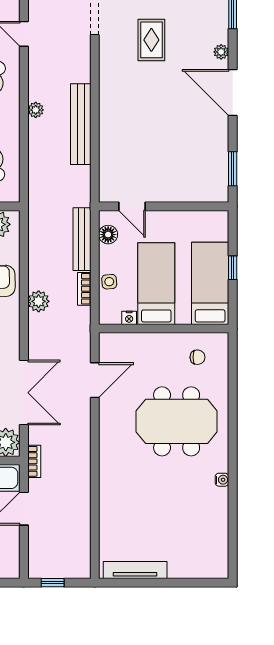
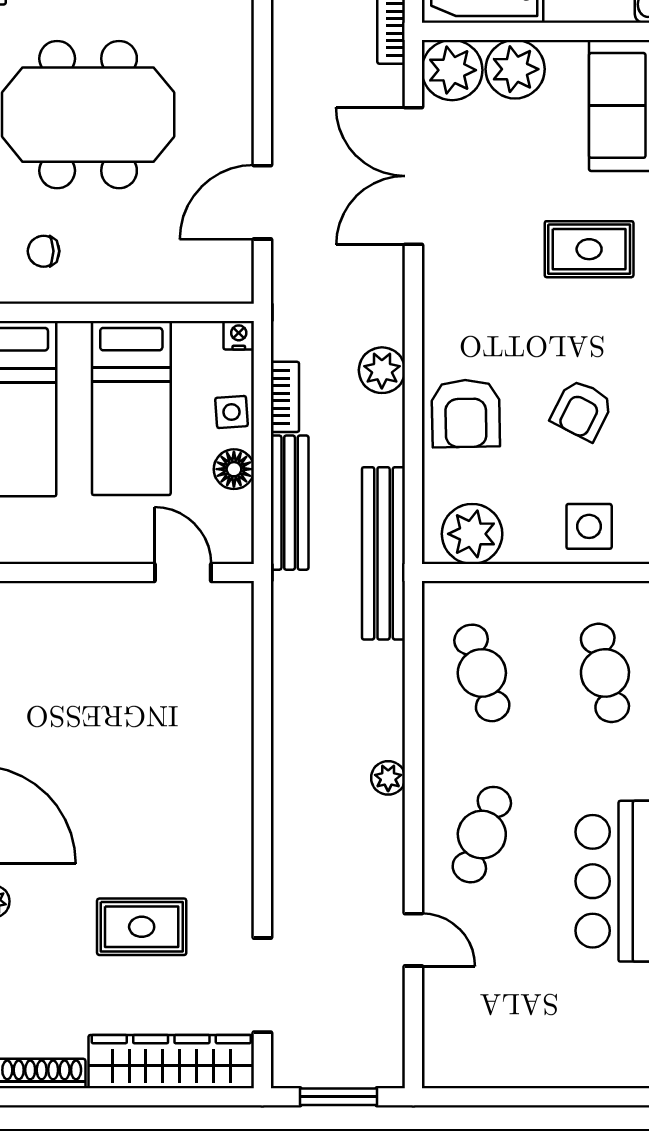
rug: (151, 40) -> (142, 927), turned 90
bench: (81, 124) -> (384, 553), moved
floor lamp: (108, 235) -> (234, 469), moved
nightstand: (129, 318) -> (239, 335), moved

